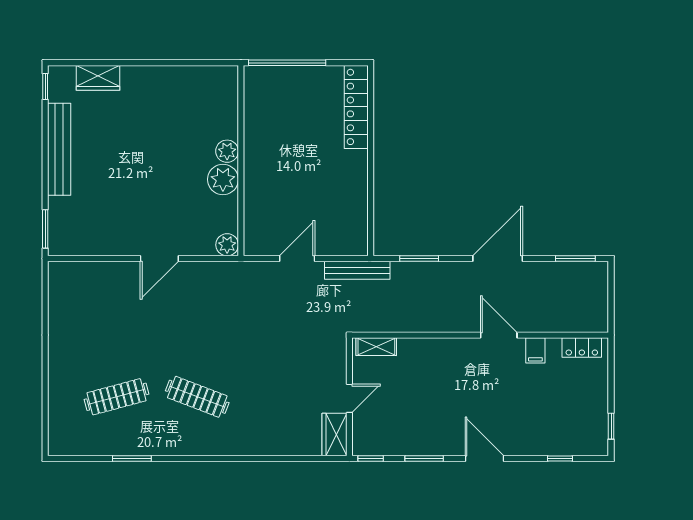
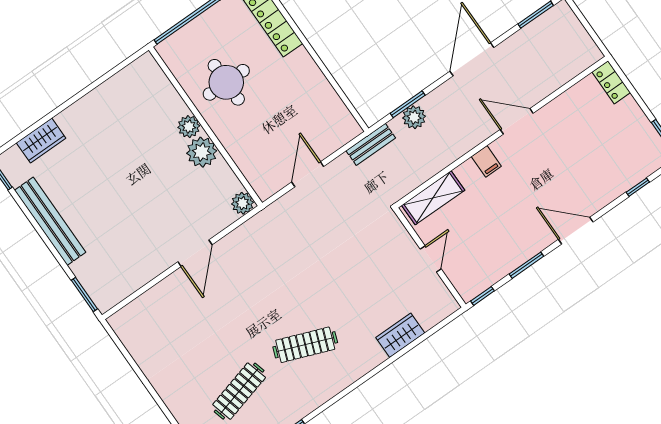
round table: (283, 136) -> (226, 82), added
bench: (357, 270) -> (371, 144), width x0.73
plant: (417, 273) -> (414, 117), added
shelving: (376, 347) -> (433, 198), width x1.50, depth x1.33
locker: (582, 348) -> (611, 82), moved, turned 90
filing cabinet: (535, 350) -> (486, 161), moved
wardrobe: (334, 435) -> (400, 335), moved, turned 90

